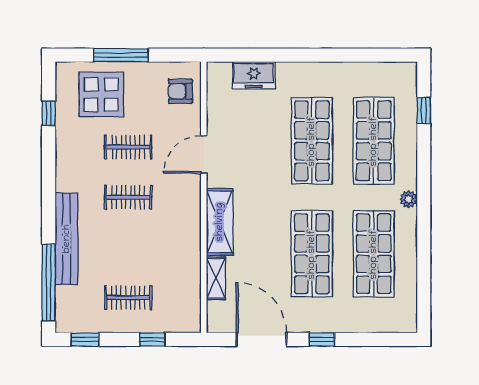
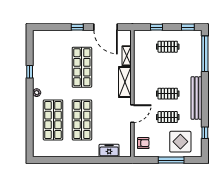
window: (424, 110) -> (30, 72), moved
bench: (67, 239) -> (197, 98), moved
shop shelf: (374, 254) -> (53, 67), removed

